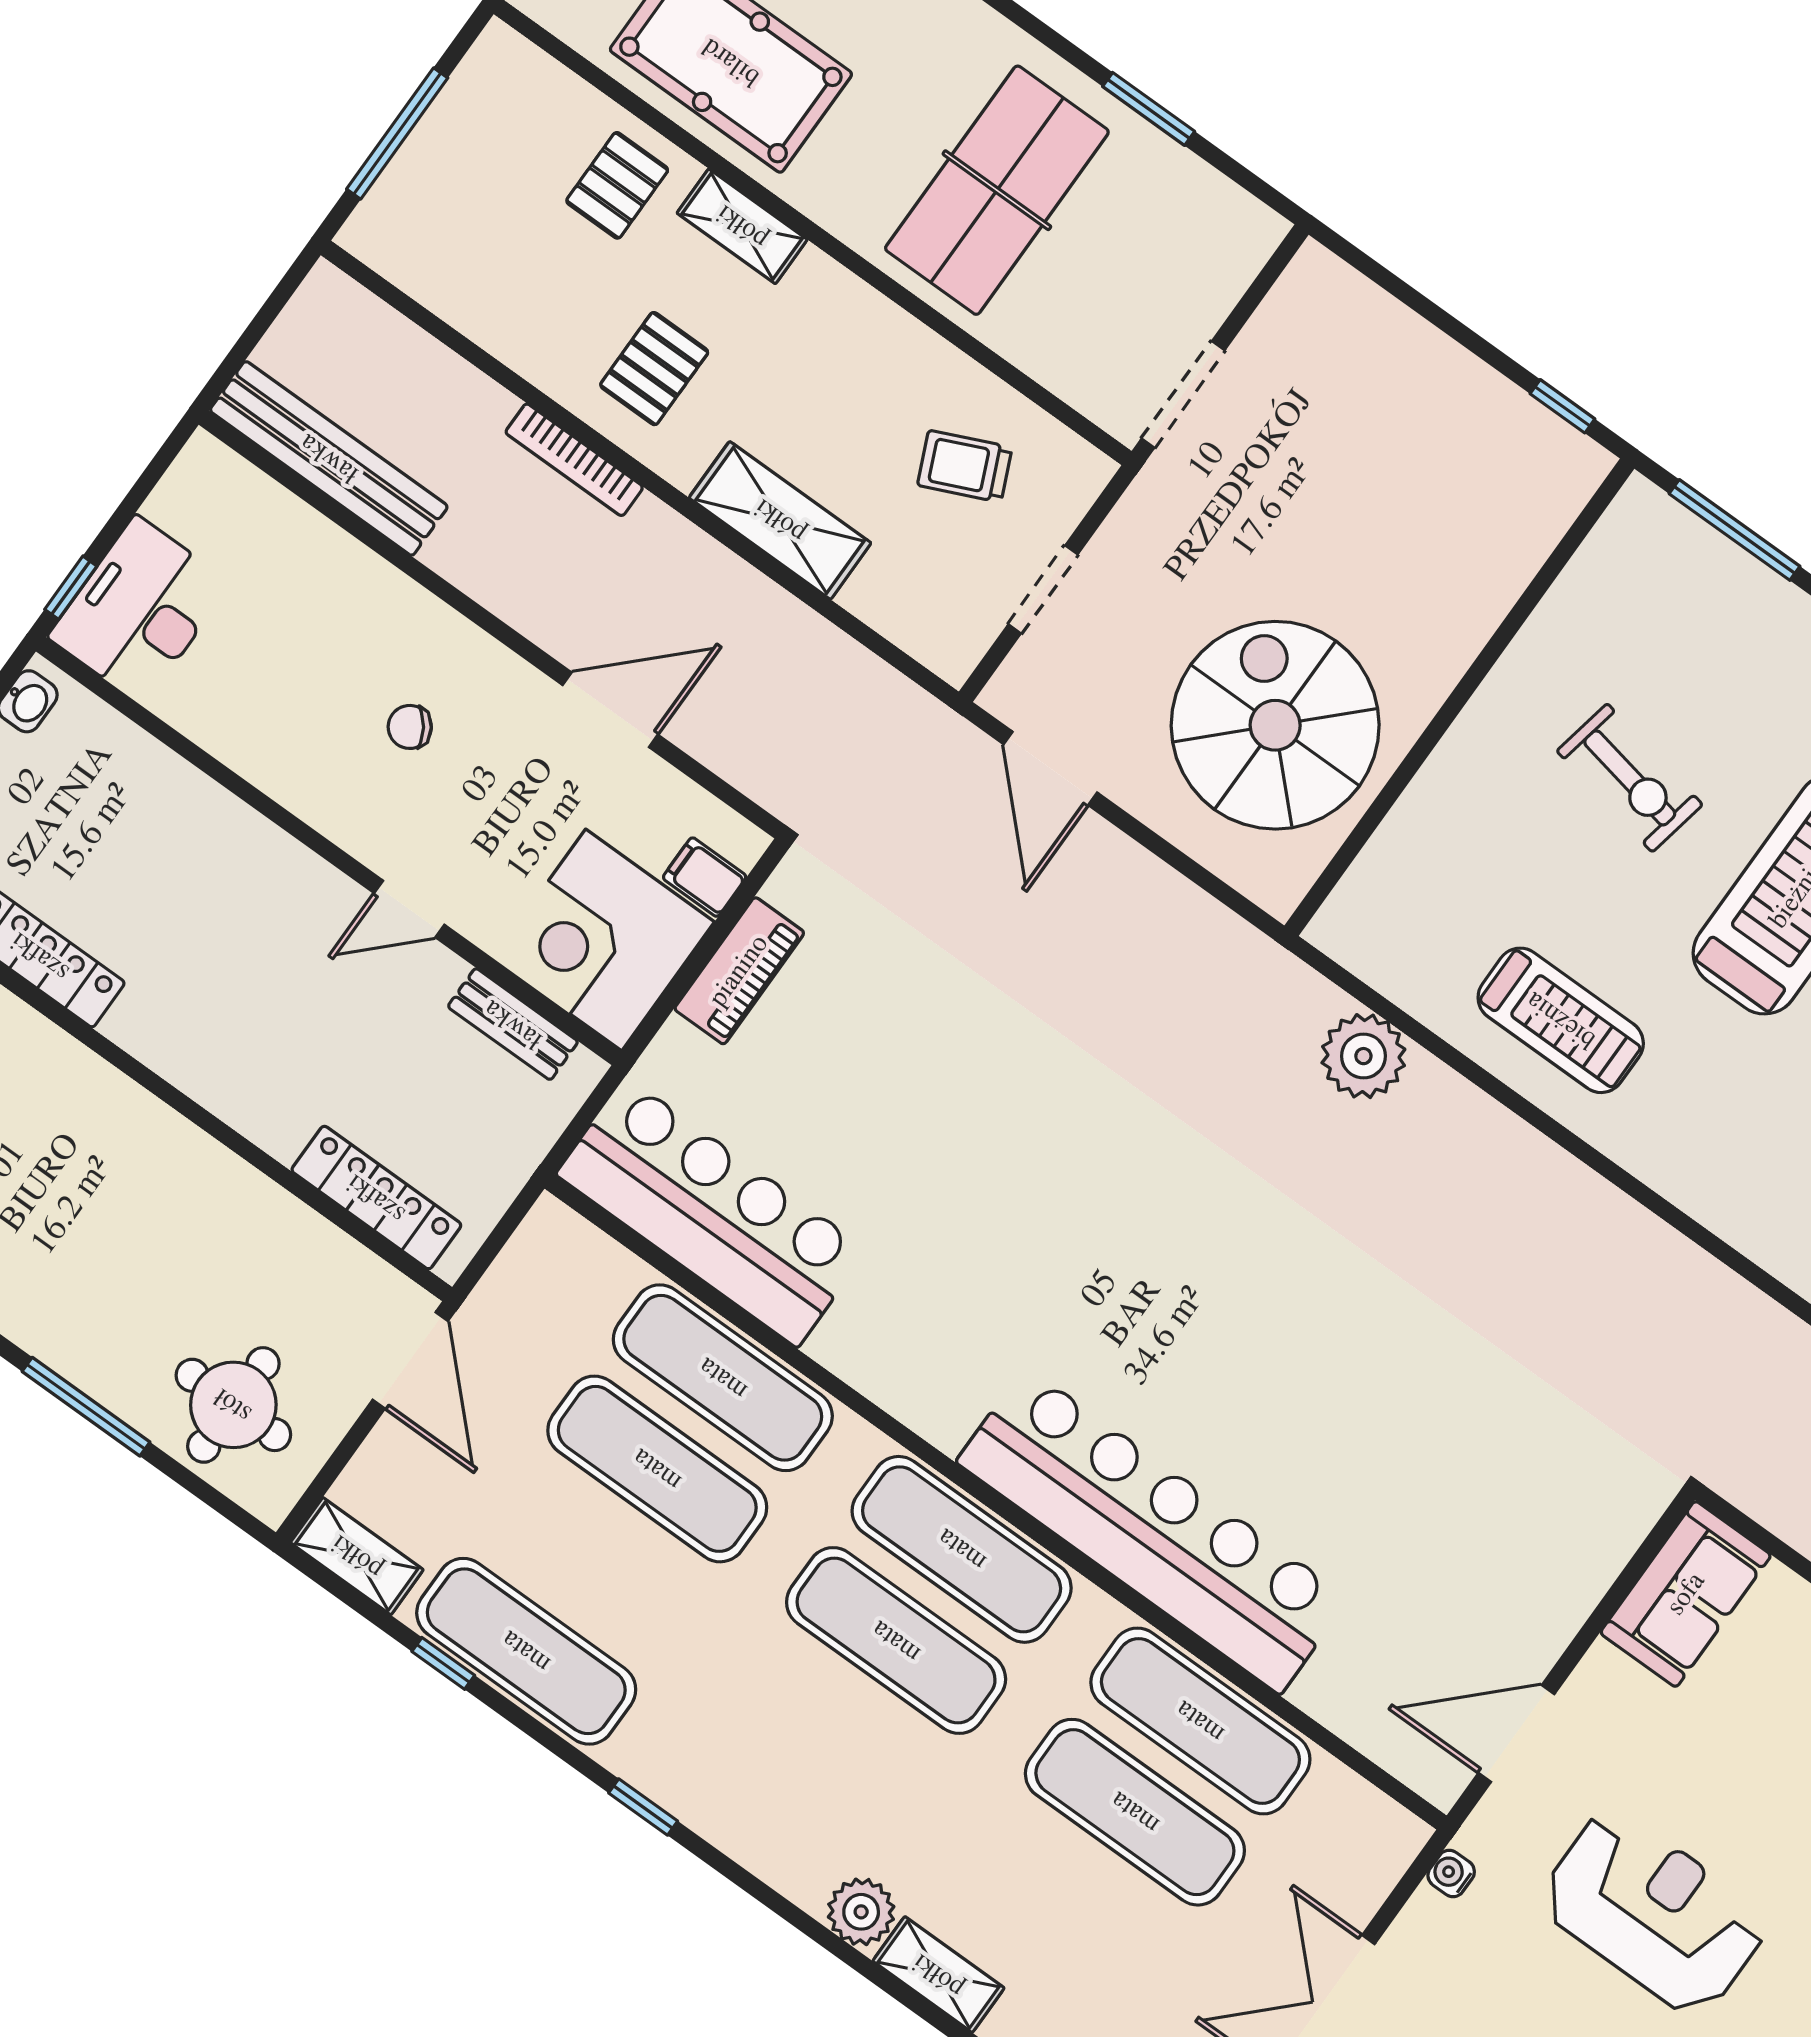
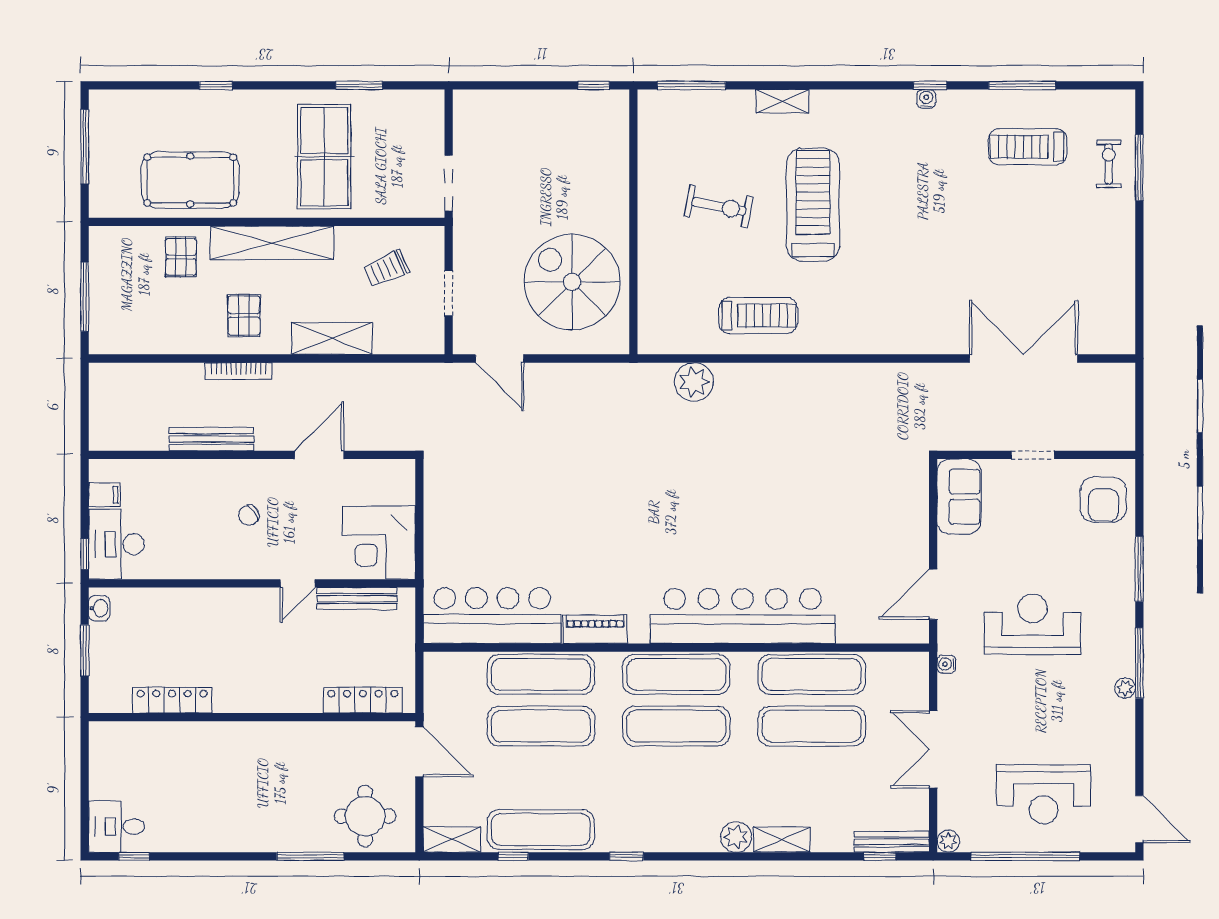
shelving: (742, 226) -> (272, 243), width x2.20, depth x1.33
bench: (329, 458) -> (211, 439), moved, width x0.73, depth x0.82
filing cabinet: (705, 877) -> (105, 495), moved, turned 180
piano: (739, 971) -> (595, 629), moved, turned -90
bench: (513, 1024) -> (357, 599), width x1.36

